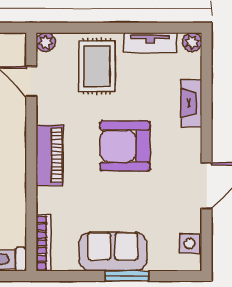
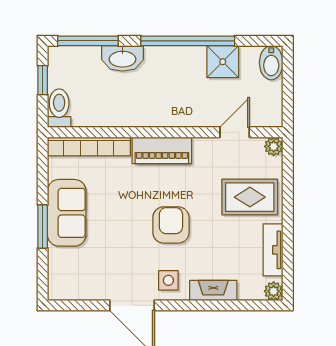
armchair: (125, 146) -> (171, 225), width x0.73, depth x0.73
bookcase: (43, 243) -> (89, 147), width x1.48, depth x1.31
side table: (190, 244) -> (168, 280), moved

